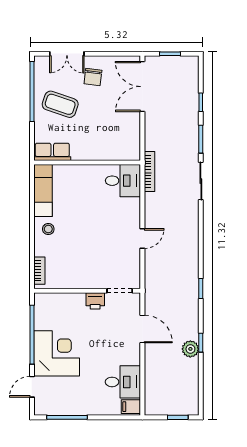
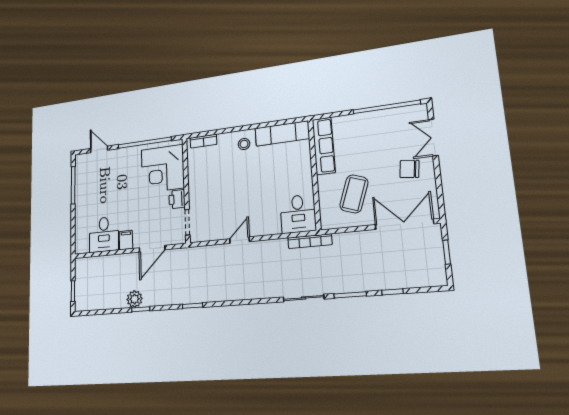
coffee table: (60, 104) -> (354, 194), moved
row of seats: (52, 152) -> (324, 146), width x1.48
door: (142, 239) -> (240, 240), swing flipped
corner desk: (57, 353) -> (163, 169), moved, turned 90
filing cabinet: (131, 407) -> (126, 240), moved

